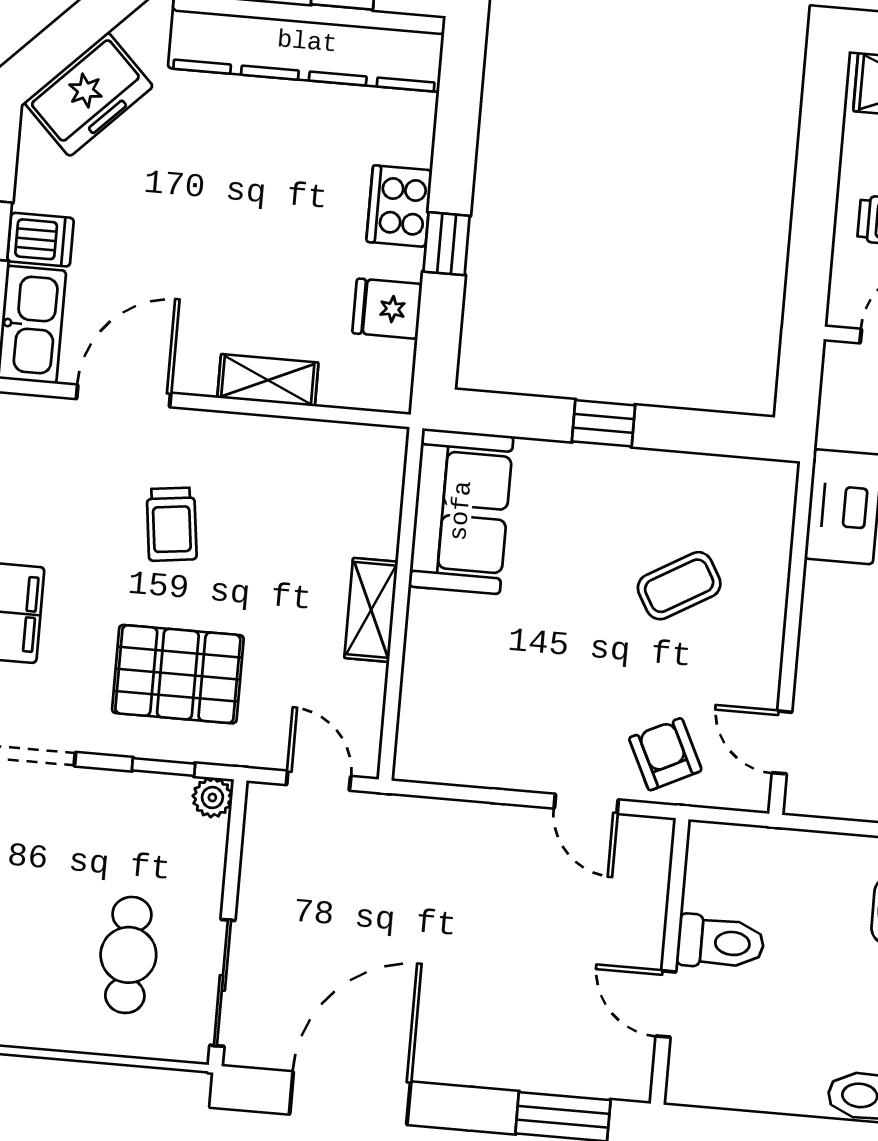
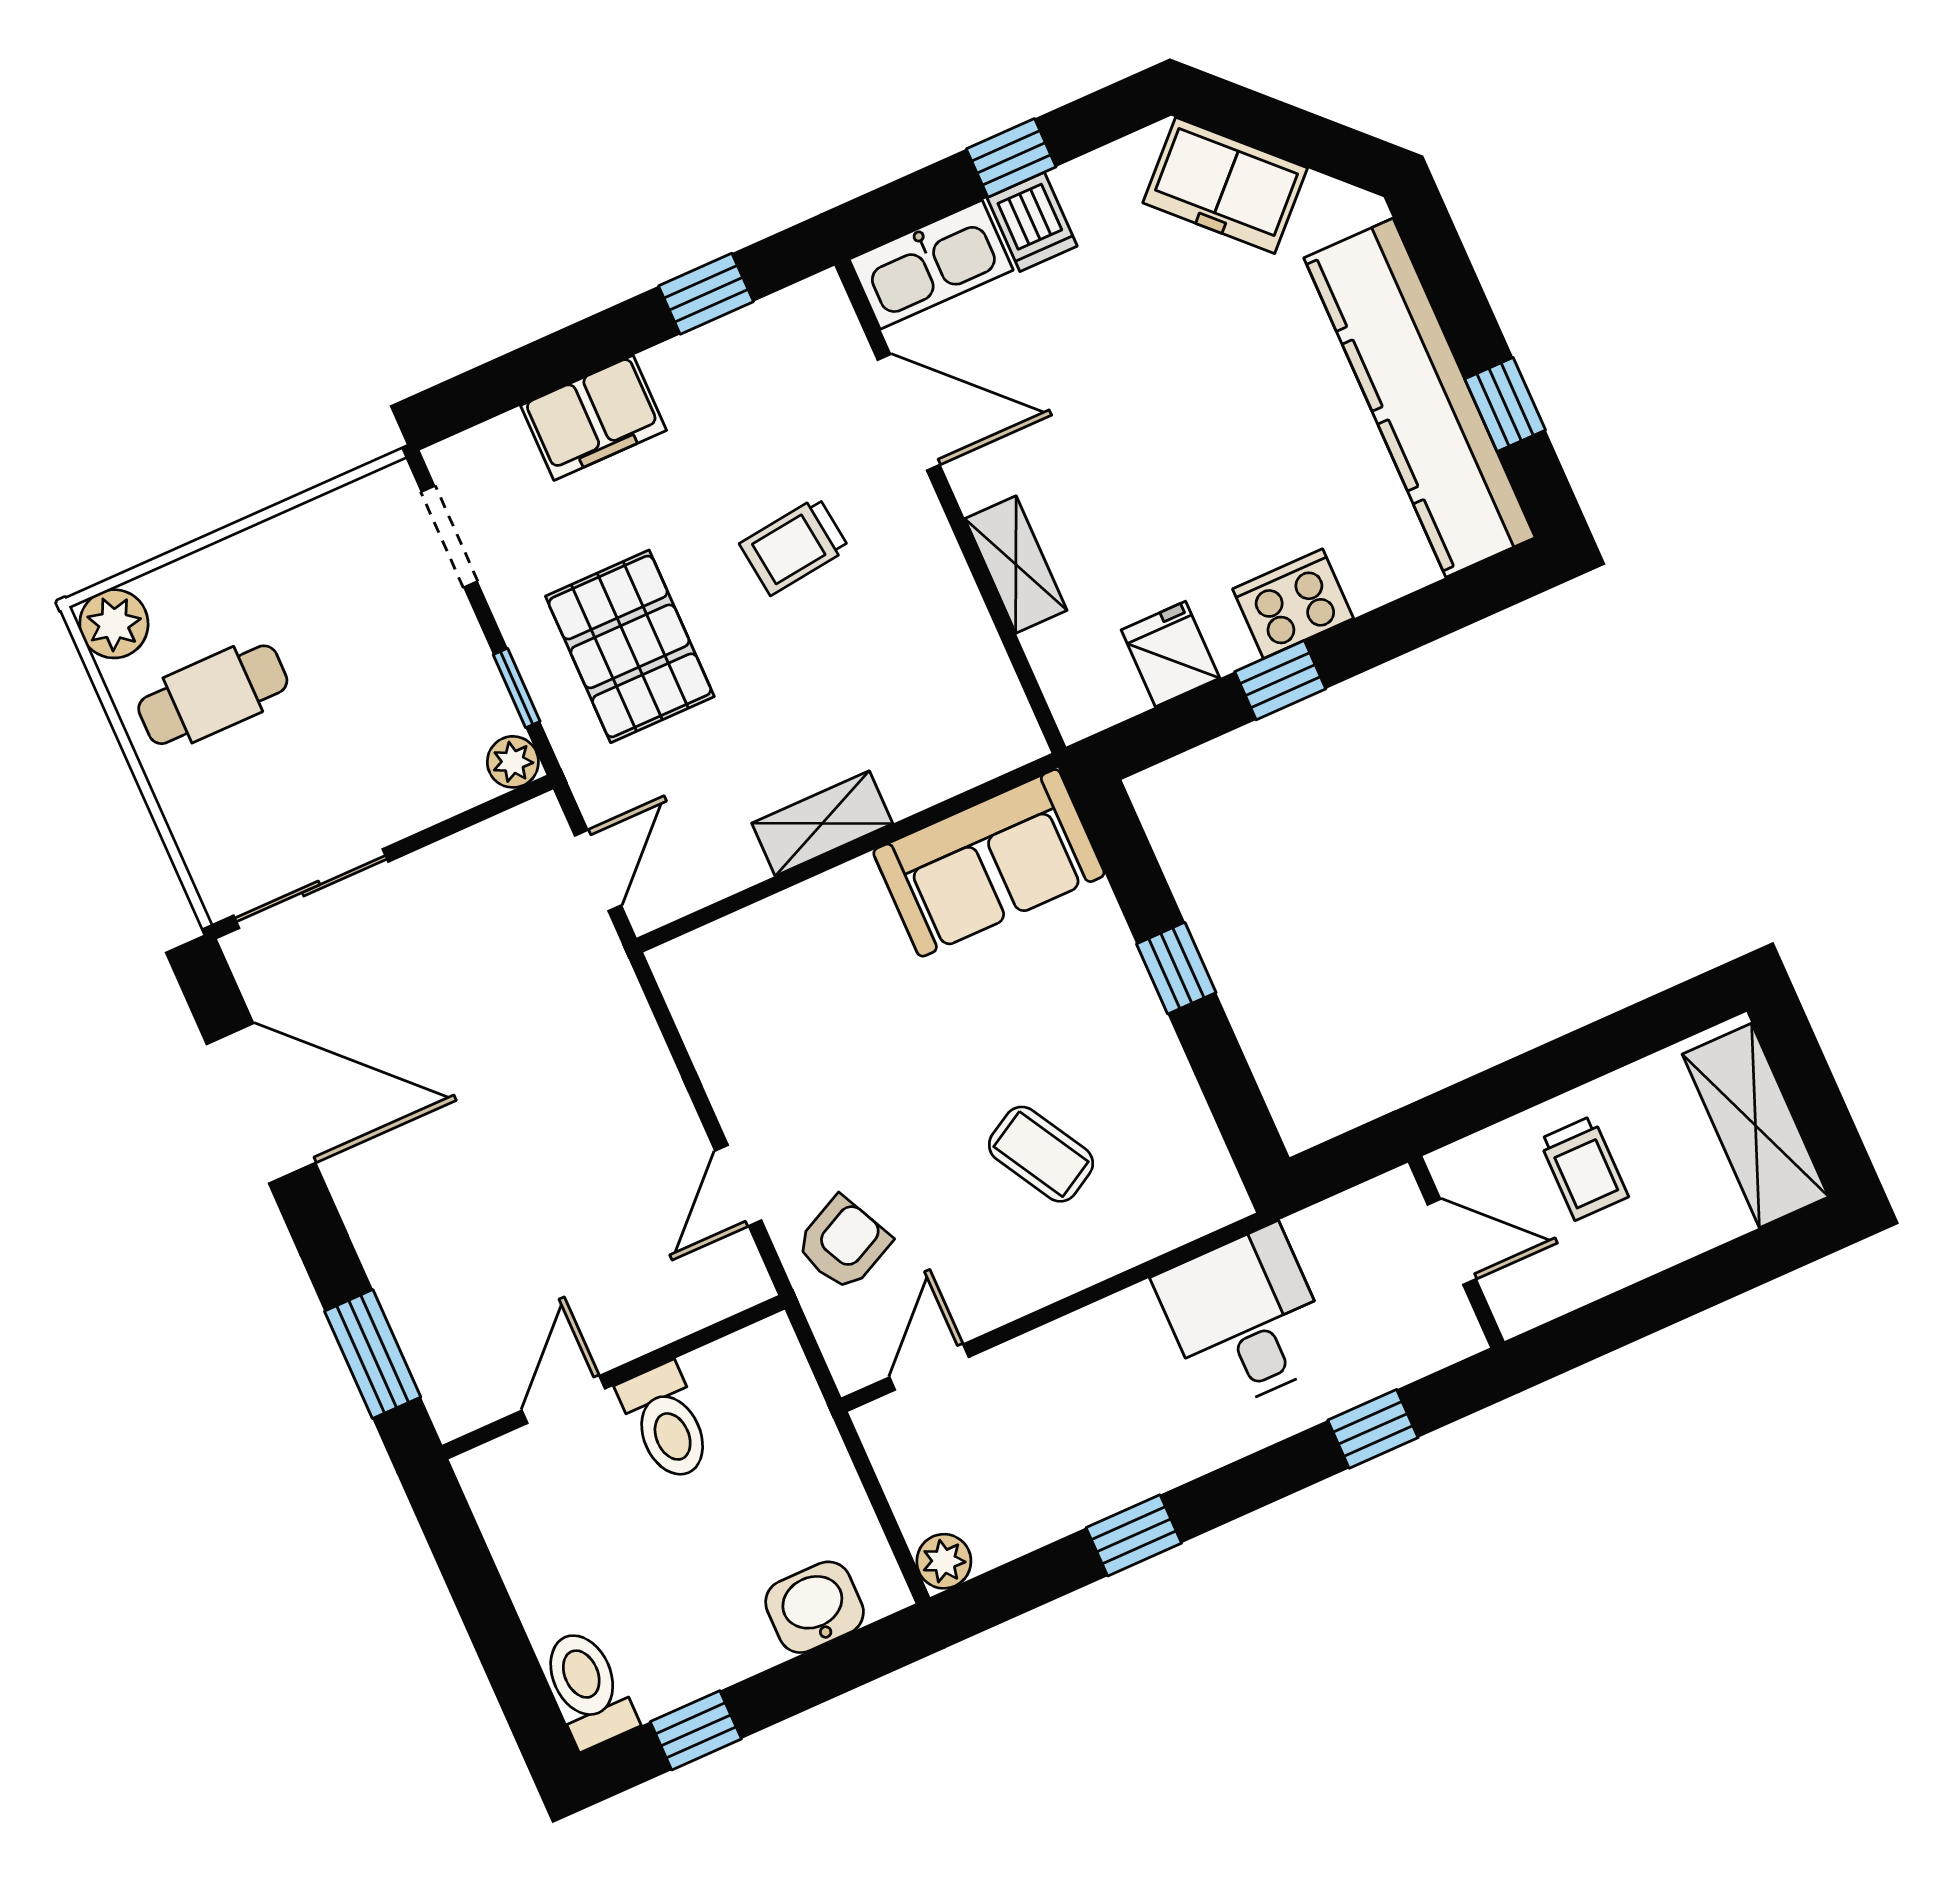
cafe table: (128, 955) -> (213, 695), moved

